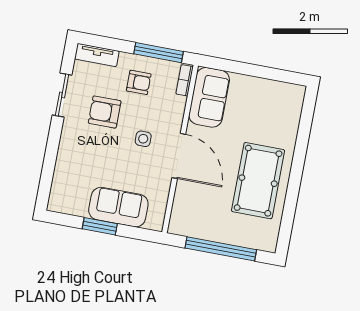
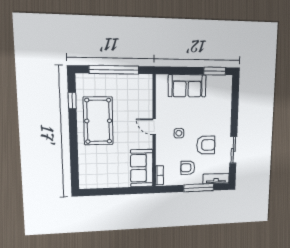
window: (159, 53) -> (199, 188), moved
door: (179, 156) -> (154, 127), width x0.53
window: (288, 216) -> (72, 101), added
window: (100, 226) -> (215, 71), moved

